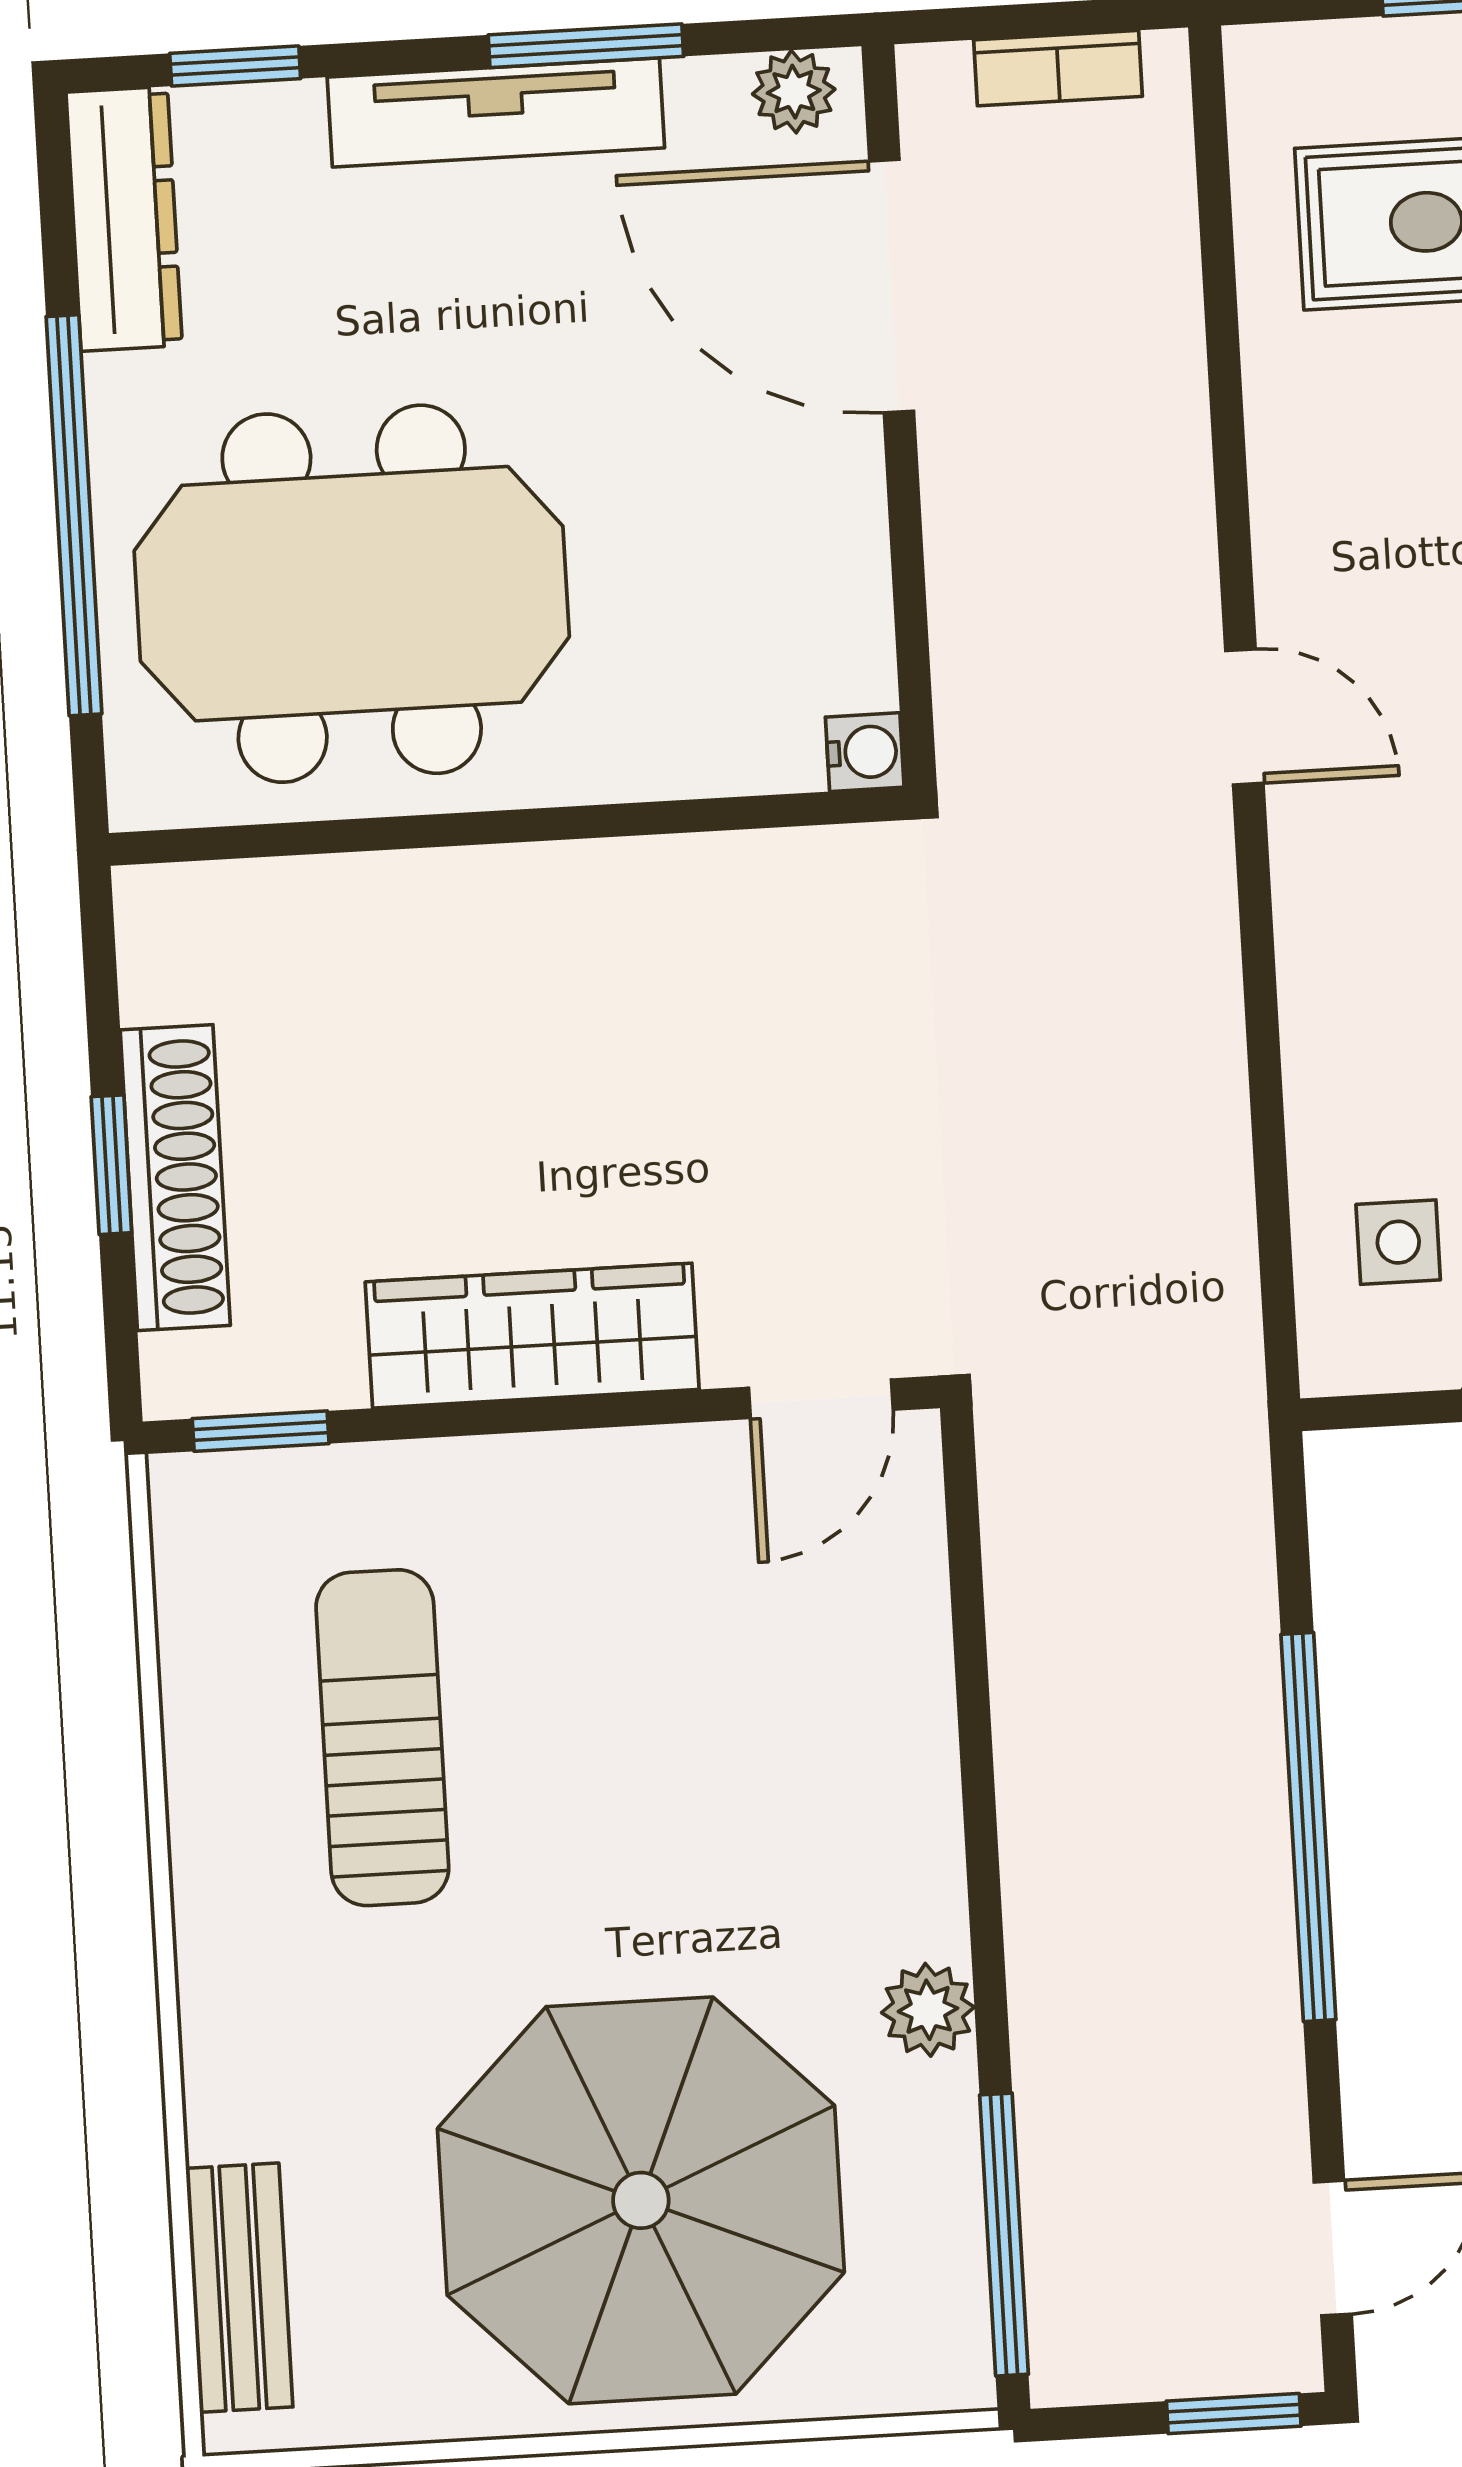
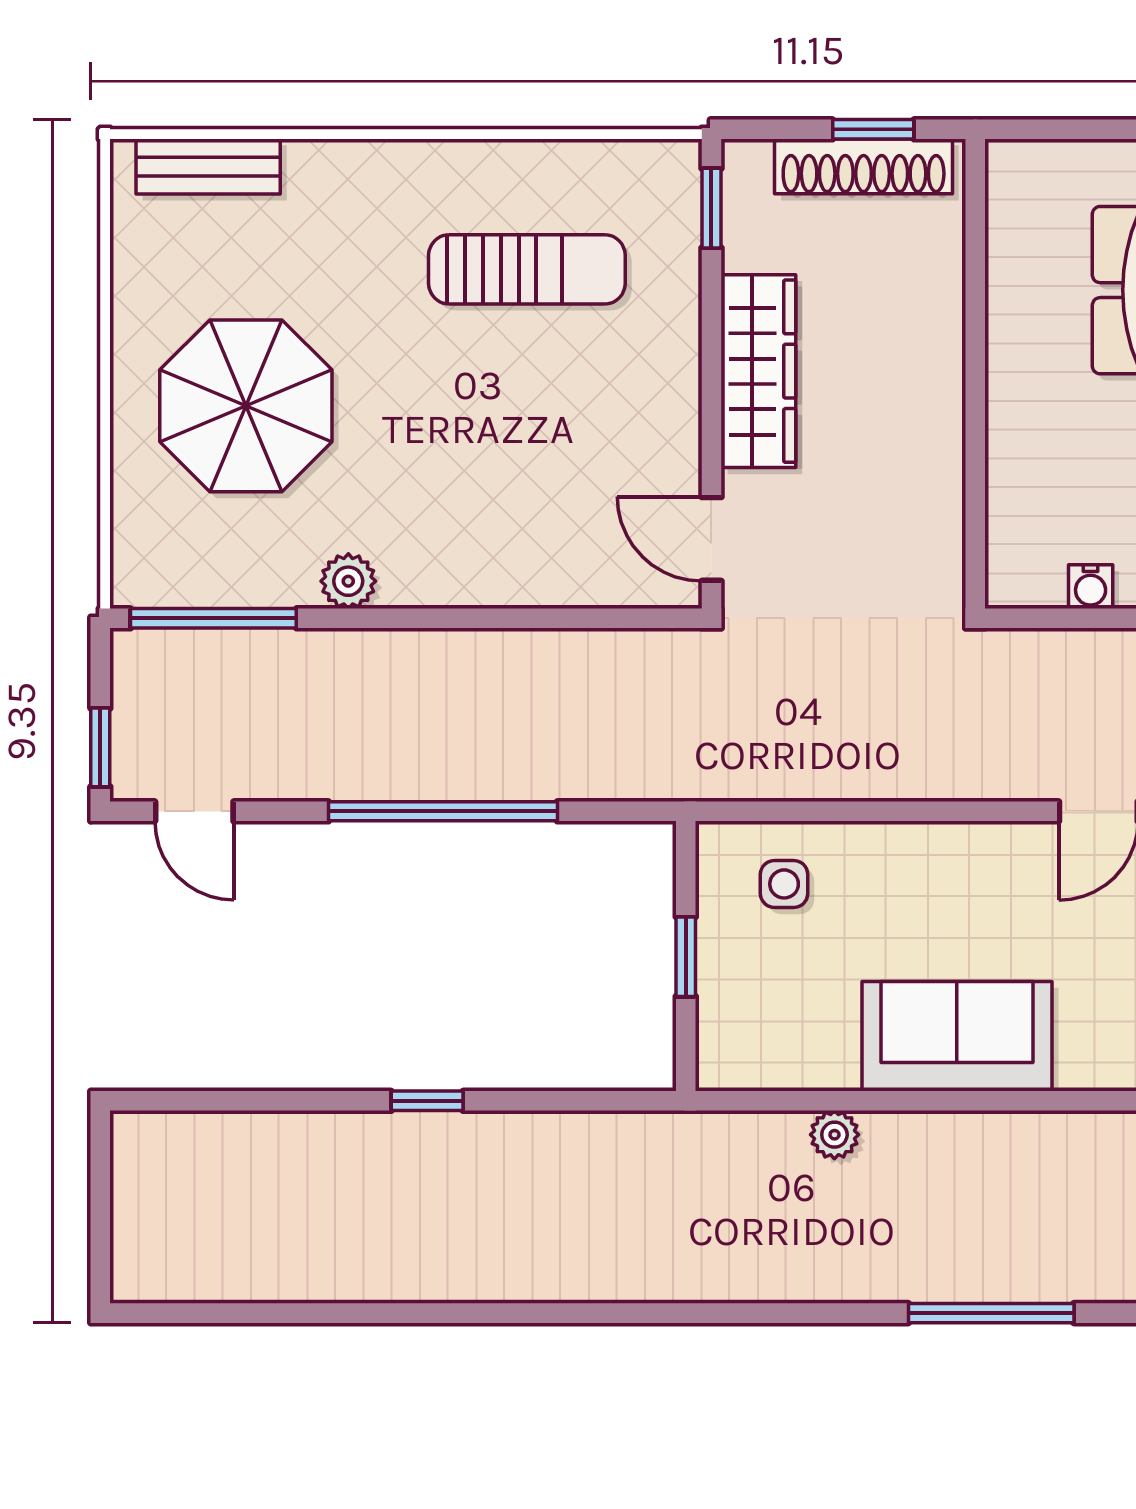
wall: (507, 826) -> (975, 374), moved
parasol: (641, 2200) -> (246, 406), width x0.73, depth x0.73

